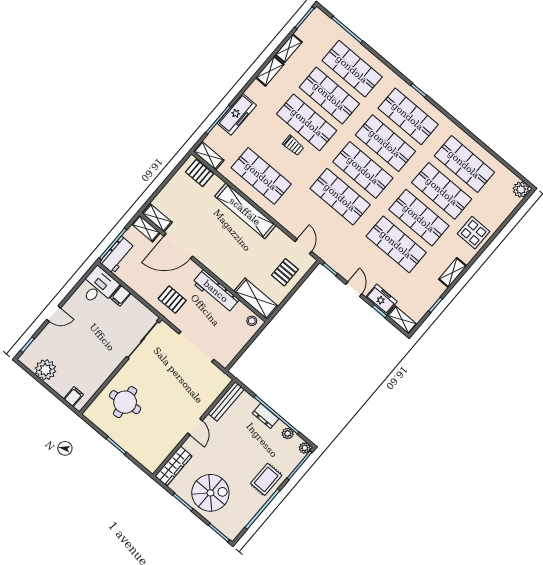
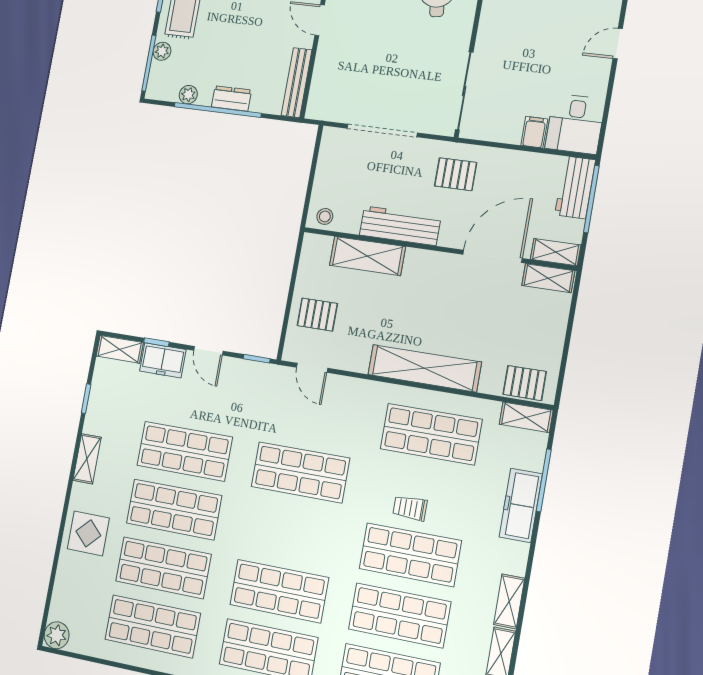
shop shelf: (363, 170) -> (290, 532), removed
pallet: (285, 272) -> (317, 315), turned 90
shelving: (256, 299) -> (367, 256), moved
plant: (305, 448) -> (162, 51), moved

